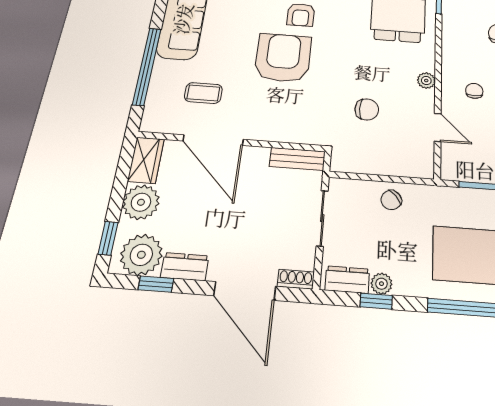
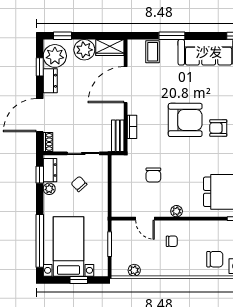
window: (147, 66) -> (172, 36), width x0.47
coffee table: (203, 93) -> (153, 52), moved
door: (438, 127) -> (145, 219), hinge flipped
bookcase: (285, 136) -> (132, 127), added
chair: (391, 200) -> (79, 184), moved
window: (376, 301) -> (40, 175), moved

